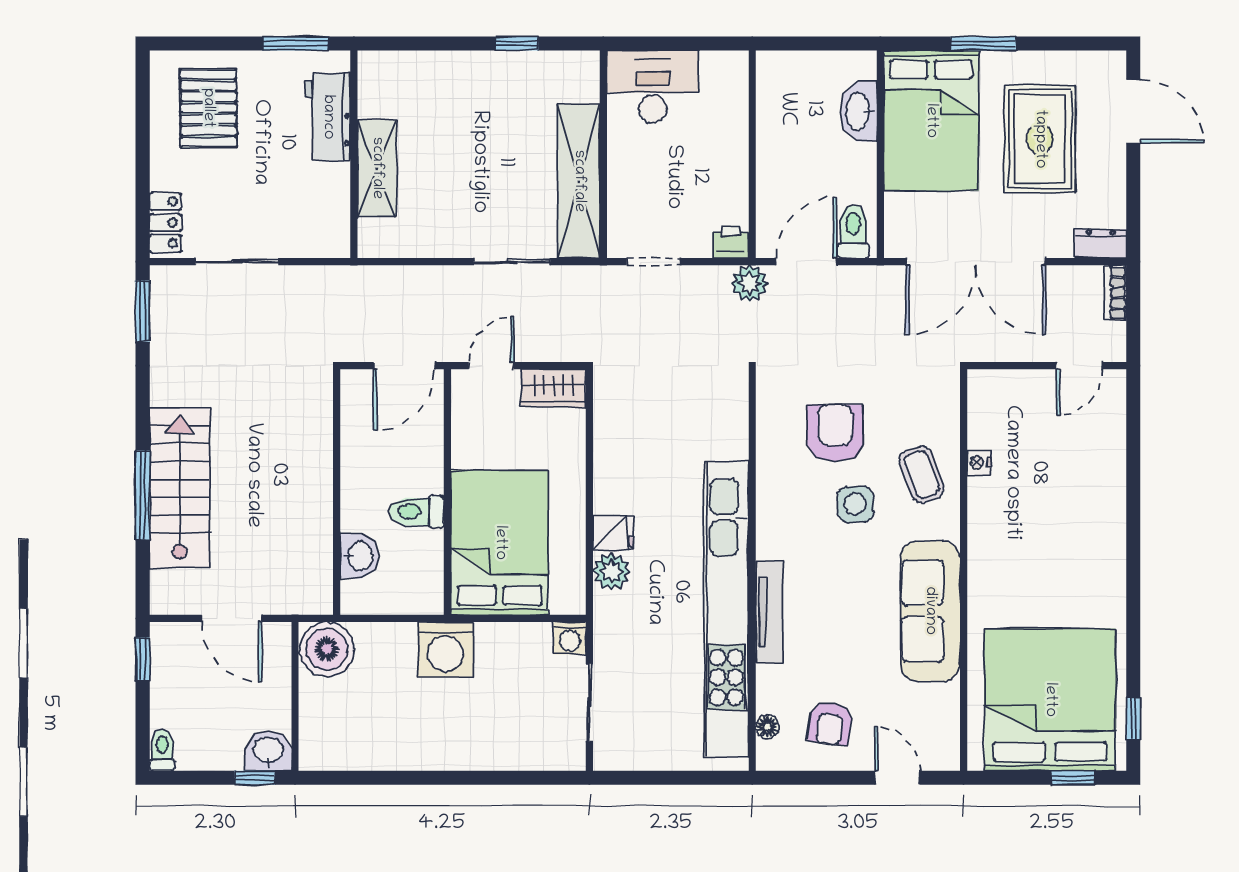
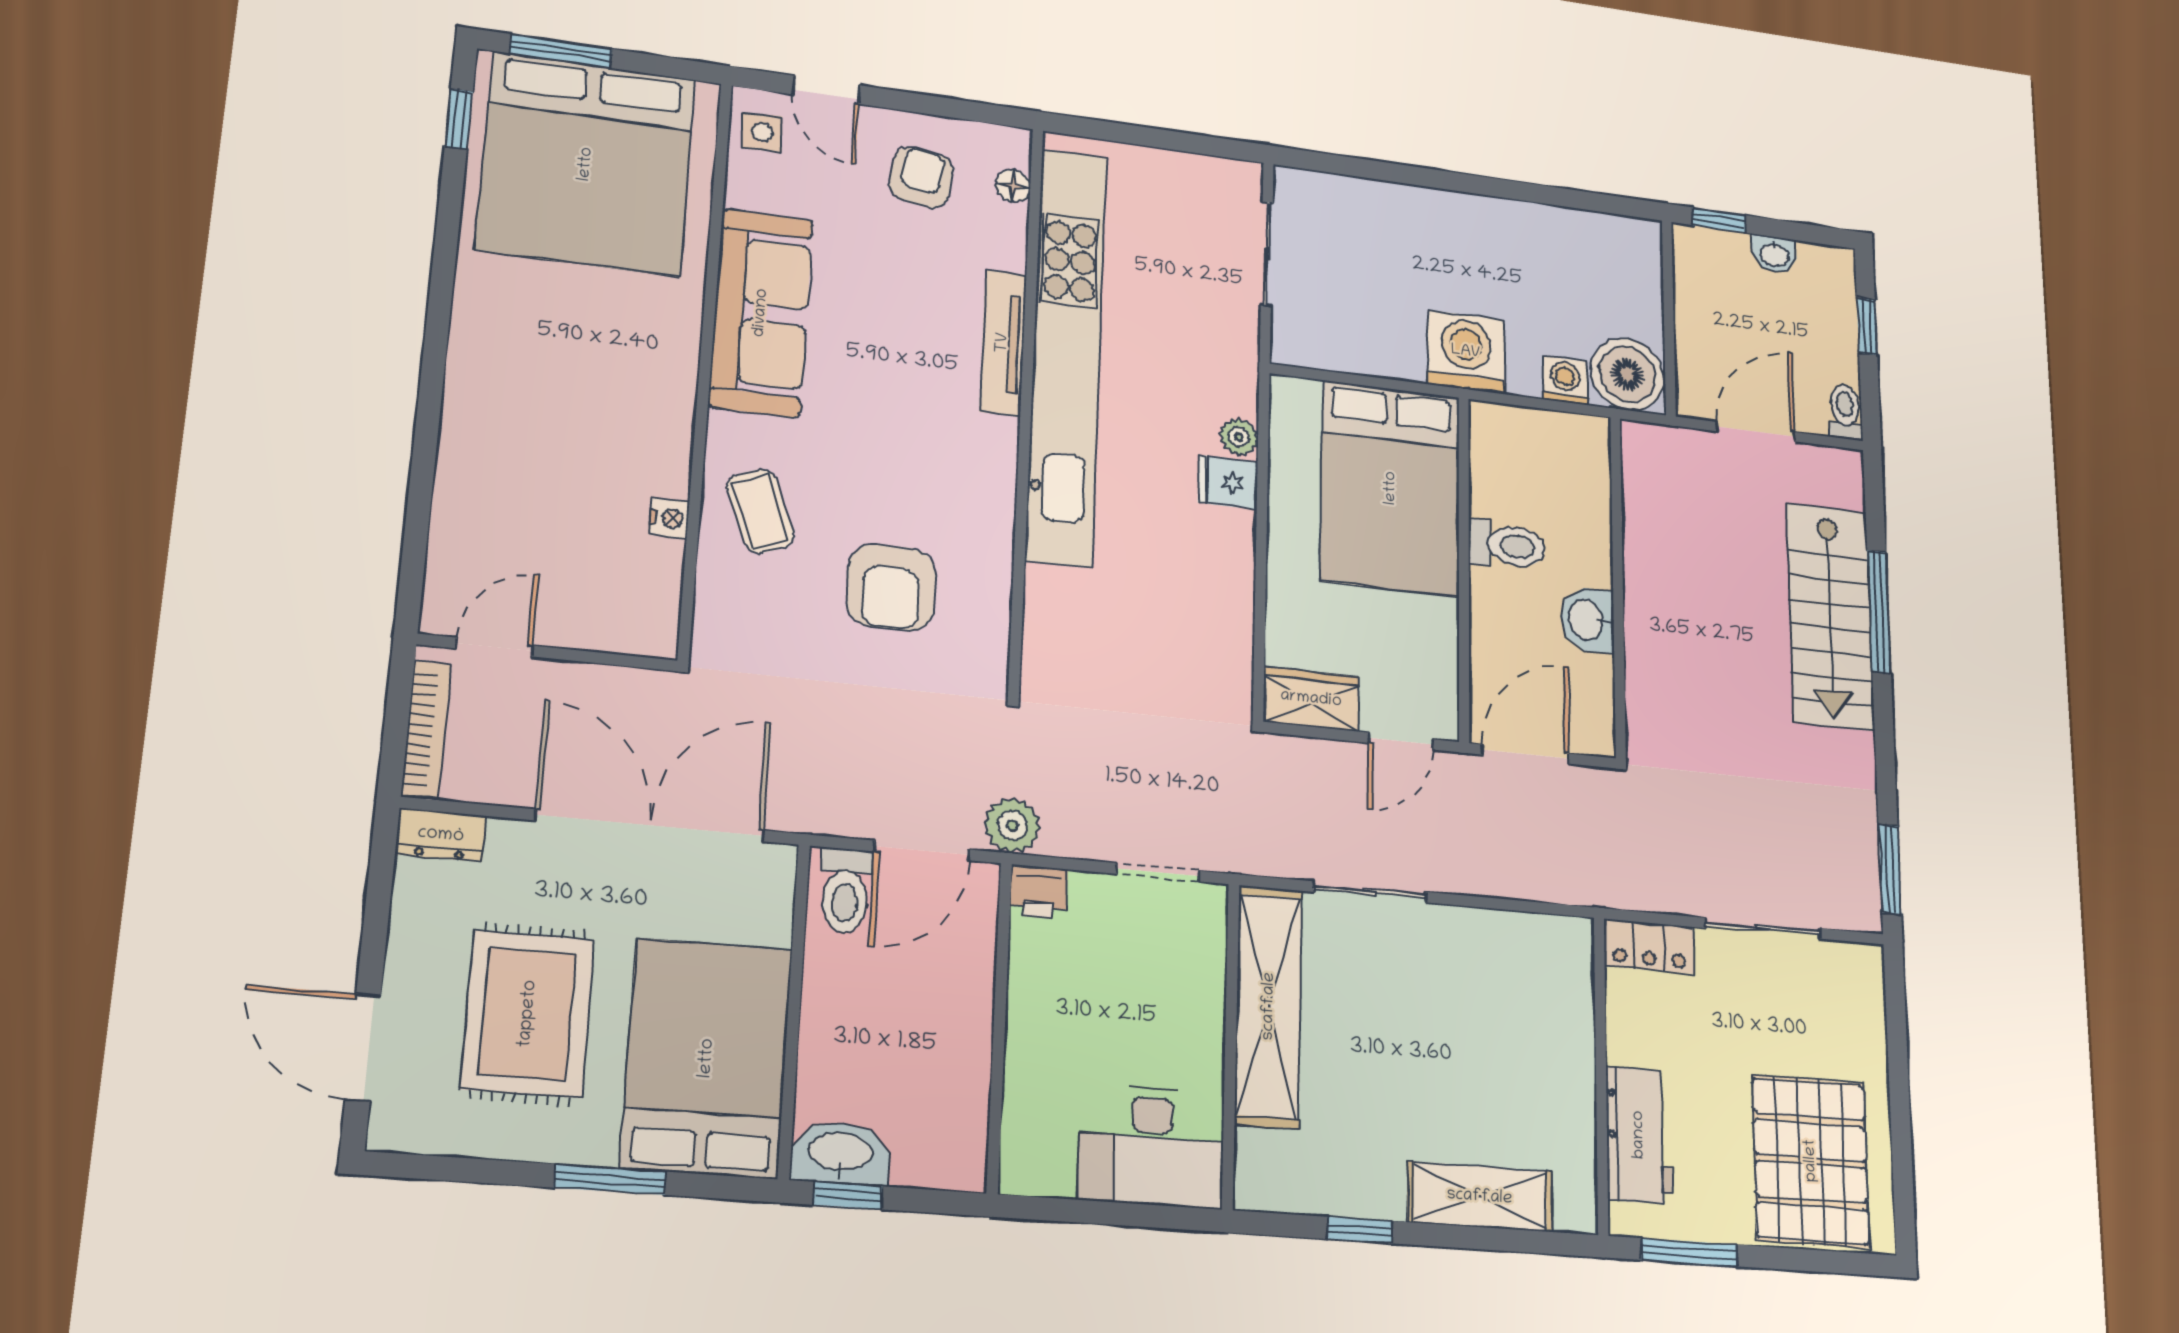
window: (841, 43) -> (848, 1196), added
pallet: (208, 108) -> (1811, 1161), width x1.37, depth x1.41
washbasin: (859, 111) -> (840, 1153), moved, turned -90
shelving: (377, 168) -> (1480, 1197), moved, turned 90
locker: (165, 222) -> (1649, 946), moved, turned -90
bookcase: (1115, 293) -> (426, 730), width x1.56
side table: (855, 504) -> (762, 132), moved, width x0.73, depth x0.73
washbasin: (359, 556) -> (1587, 620), moved
plant: (611, 571) -> (1239, 437), width x0.73, depth x0.73
door: (232, 618) -> (1755, 432), hinge flipped
washing machine: (570, 638) -> (1565, 380), moved
window: (143, 659) -> (1867, 326), moved
toilet: (162, 750) -> (1845, 412), moved, turned 180
washbasin: (268, 751) -> (1774, 254), moved, width x0.72, depth x0.69
window: (1073, 778) -> (561, 51), width x1.50

